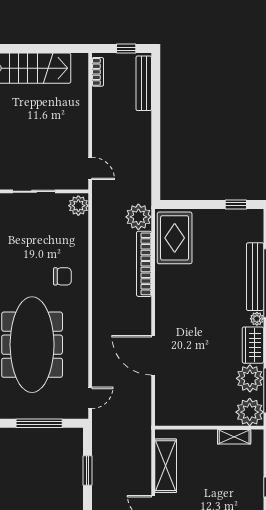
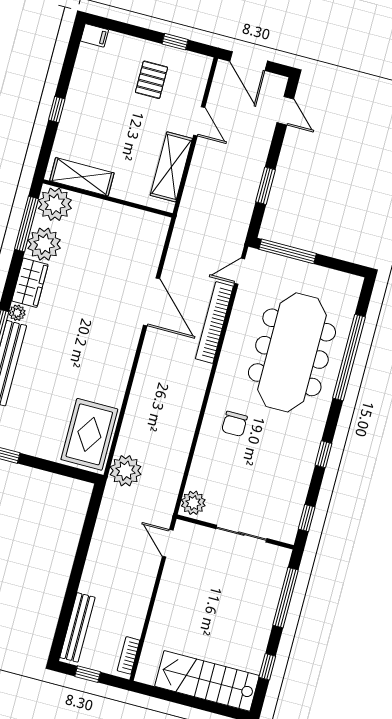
bookcase: (144, 264) -> (214, 322), moved, turned 180
chair: (62, 276) -> (234, 424), turned -90
window: (39, 423) -> (288, 251), moved
shelving: (234, 437) -> (82, 177), width x1.50, depth x1.33

